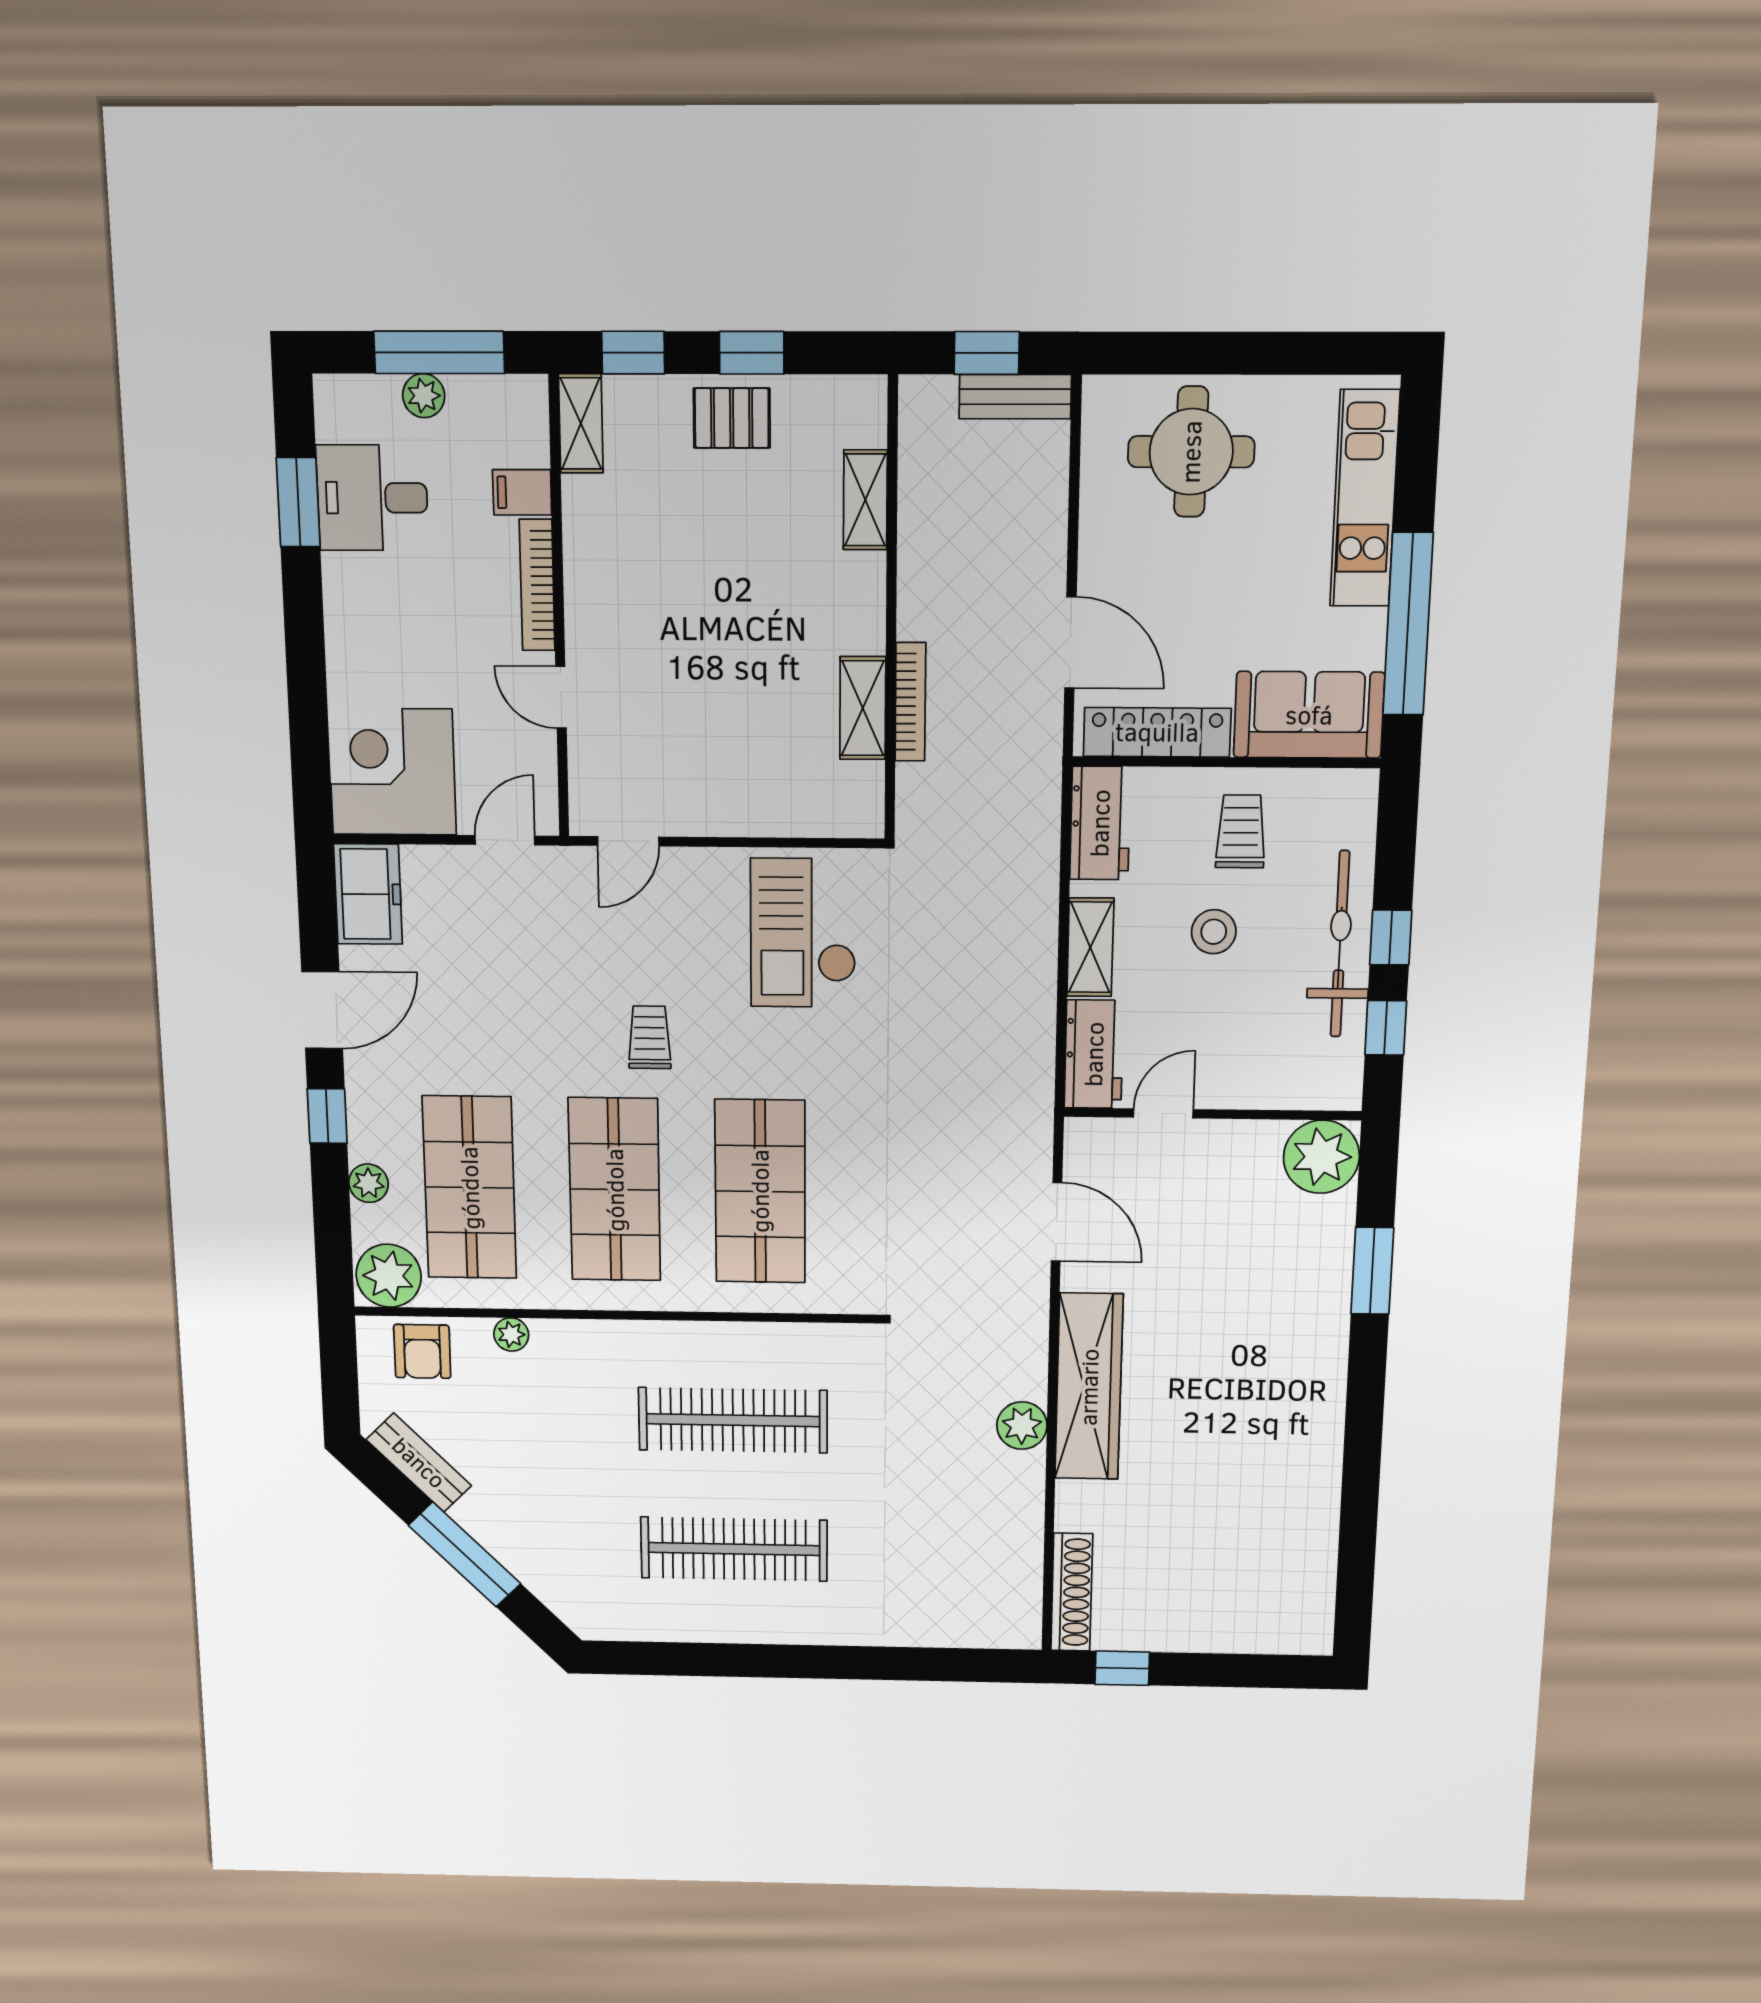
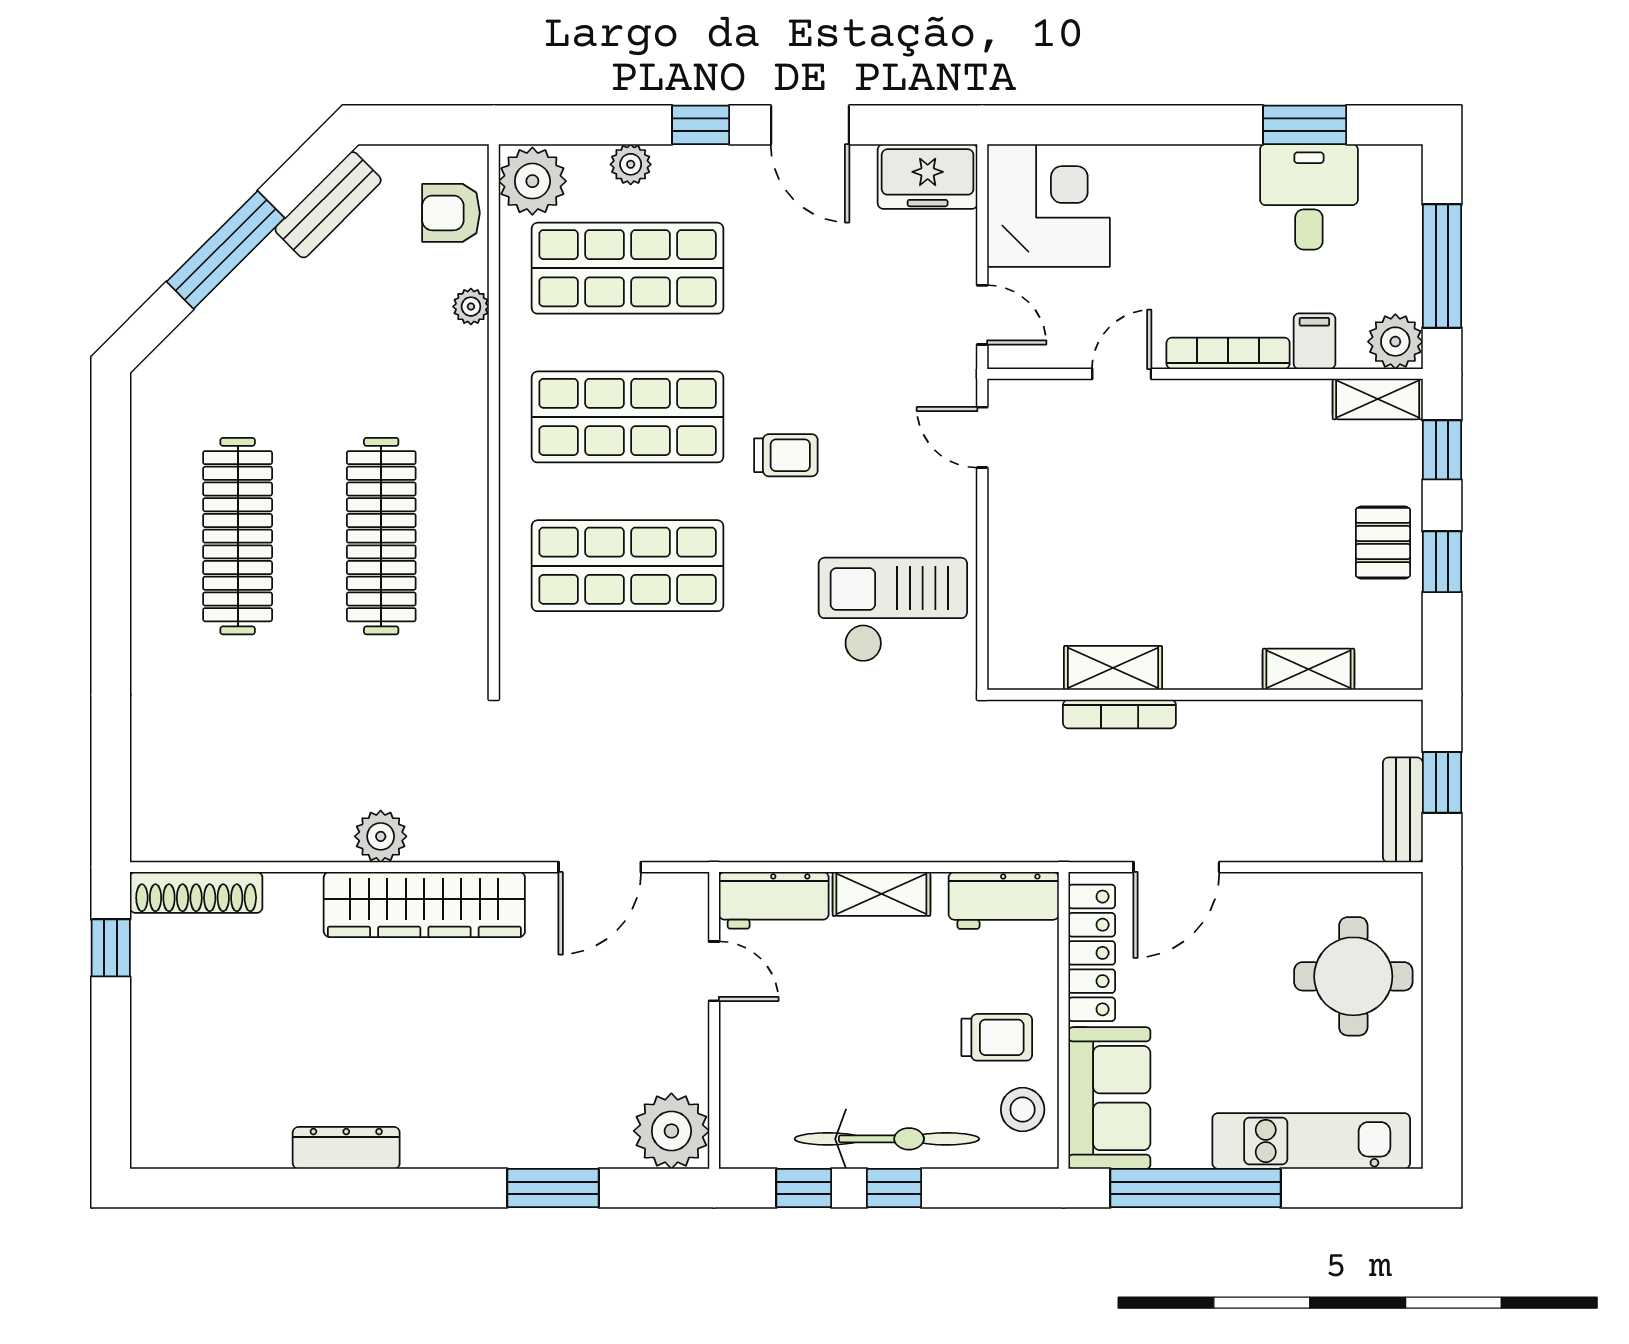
plant: (424, 396) -> (1395, 342), moved, width x1.38, depth x1.38
stool: (1214, 932) -> (1023, 1110), moved
dresser: (1323, 1462) -> (346, 1148), added

